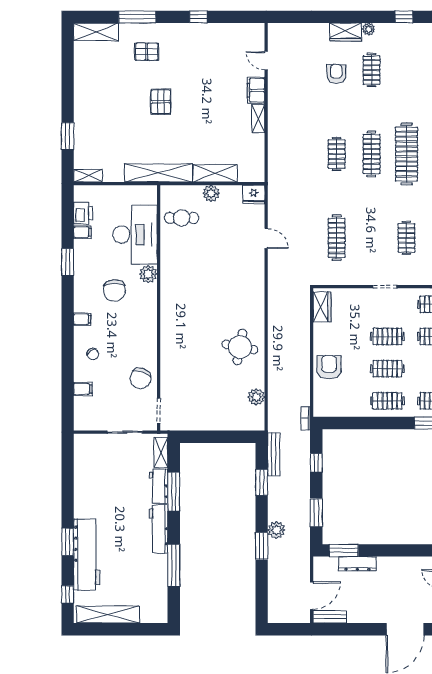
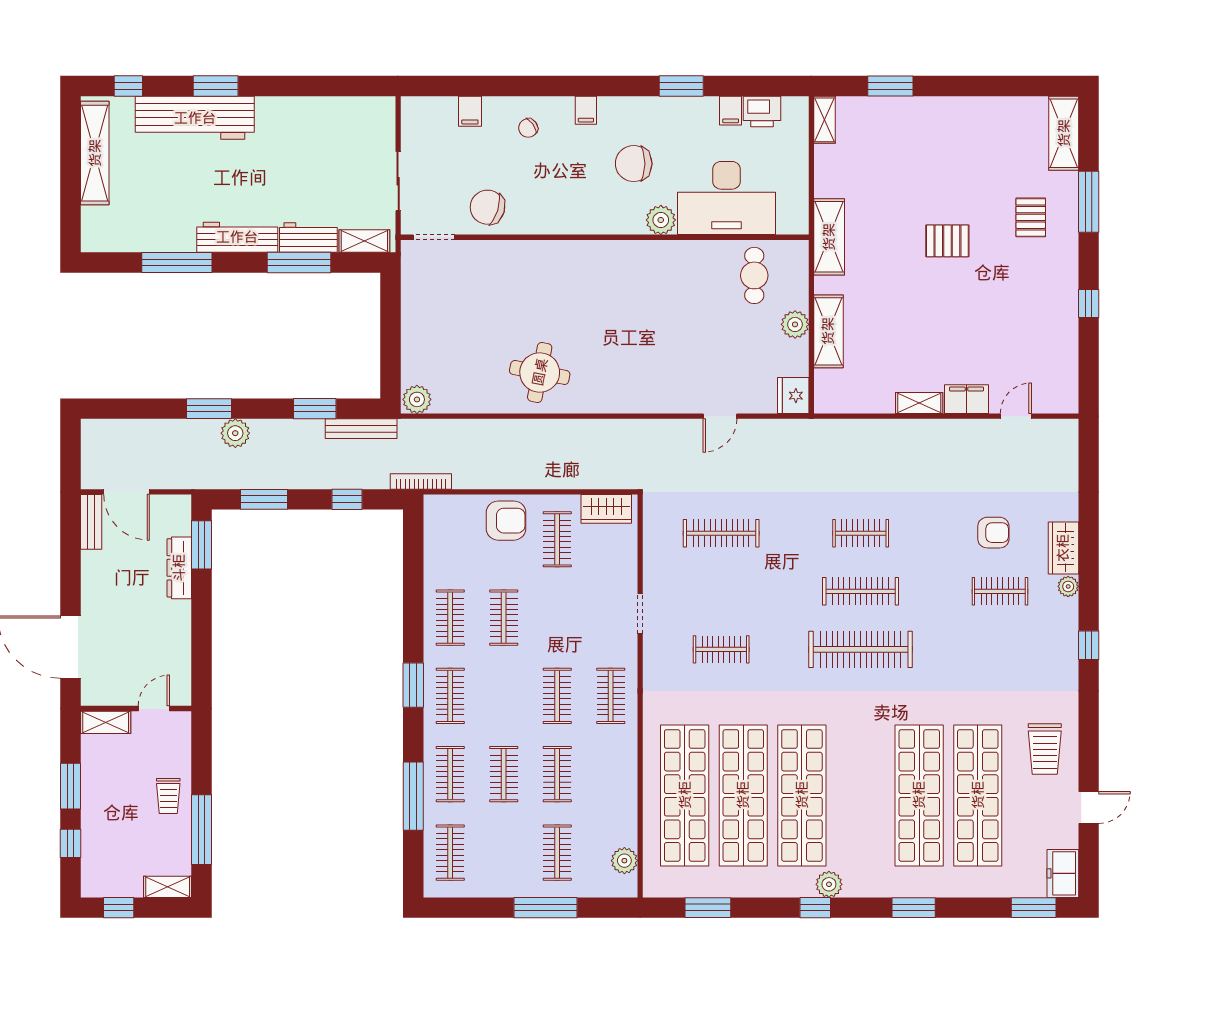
shelving: (158, 173) -> (829, 237), width x0.68
clothes rail: (387, 336) -> (557, 539), moved
plant: (256, 397) -> (417, 399), moved
bookcase: (305, 418) -> (421, 481), width x1.56

